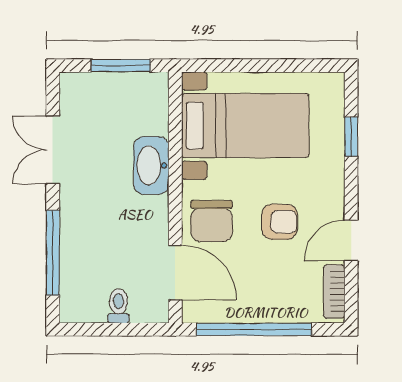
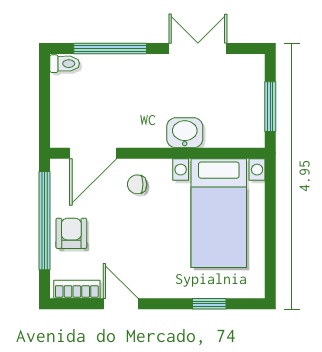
washbasin: (151, 165) -> (185, 133), width x0.72
chair: (212, 221) -> (137, 184), width x0.54, depth x0.54
armchair: (280, 222) -> (71, 233), moved, turned 180
toilet: (118, 306) -> (65, 64), moved

